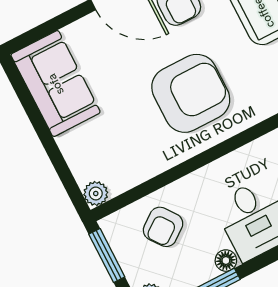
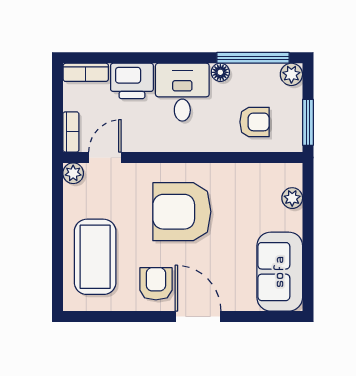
plant: (96, 193) -> (292, 198), moved
armchair: (163, 227) -> (255, 122), turned 37

